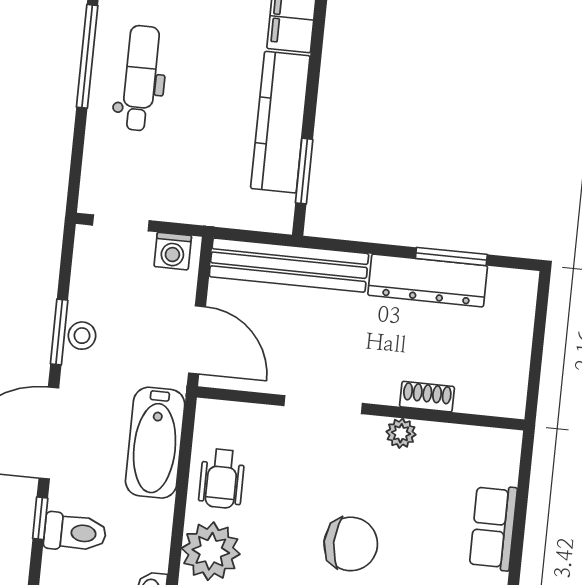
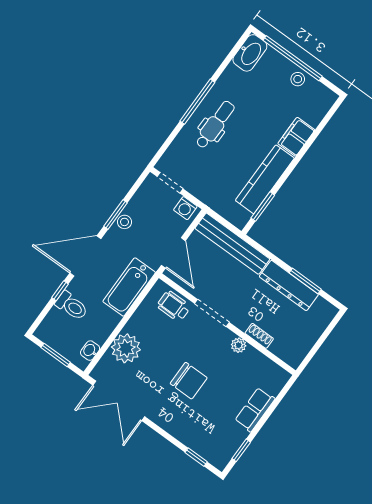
wheelchair: (222, 479) -> (174, 306), moved, turned 90

